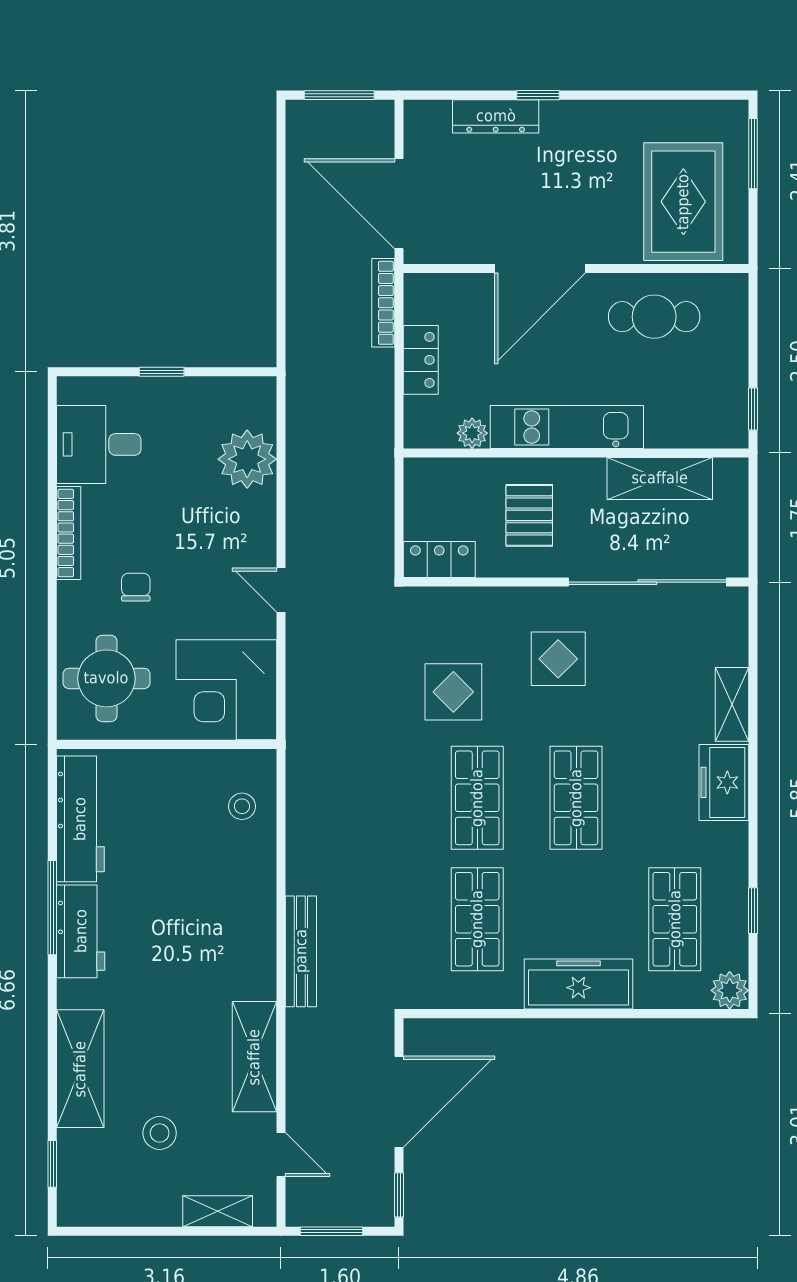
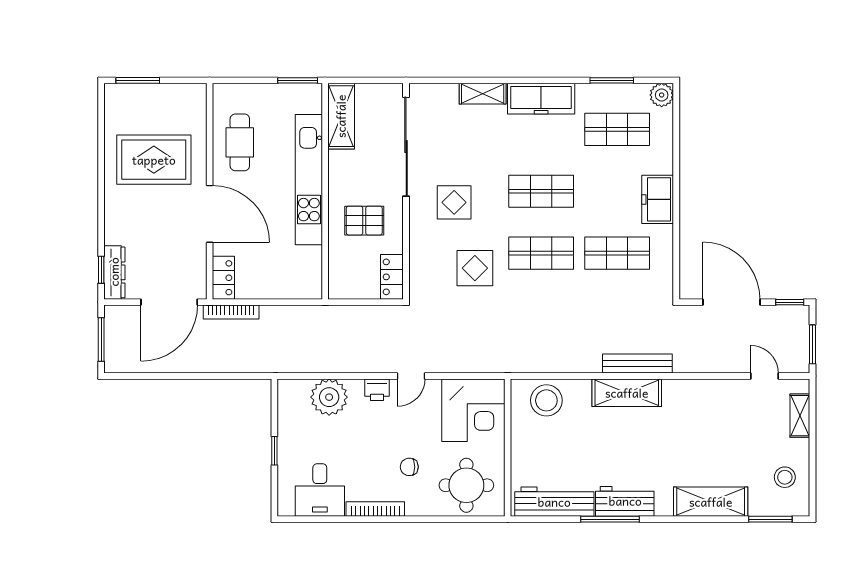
window: (538, 95) -> (101, 270), moved
dresser: (496, 116) -> (114, 272), moved
rug: (683, 202) -> (154, 160), moved
locker: (421, 360) -> (223, 278), moved, turned 90
window: (753, 409) -> (298, 80), width x1.50
kitchen unit: (567, 427) -> (309, 180), width x1.36
plant: (472, 433) -> (313, 256), removed
shelving: (660, 478) -> (341, 116), moved
printer: (259, 536) -> (377, 390), added
freezer: (724, 782) -> (541, 99), width x1.40
stool: (242, 806) -> (546, 400), width x1.89, depth x1.89
window: (753, 911) -> (612, 80), width x1.50
freezer: (578, 984) -> (658, 199), width x0.71
shelving: (254, 1057) -> (627, 393), moved
stool: (160, 1133) -> (785, 477), moved
door: (281, 1155) -> (764, 376), hinge flipped
window: (52, 1164) -> (770, 519), width x1.50

